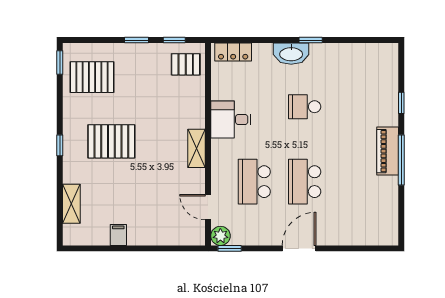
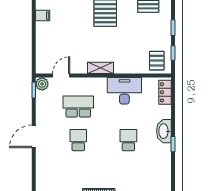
desk: (231, 119) -> (124, 91), width x1.37
school desk: (305, 182) -> (78, 140), width x0.54
door: (299, 248) -> (34, 136), swing flipped

